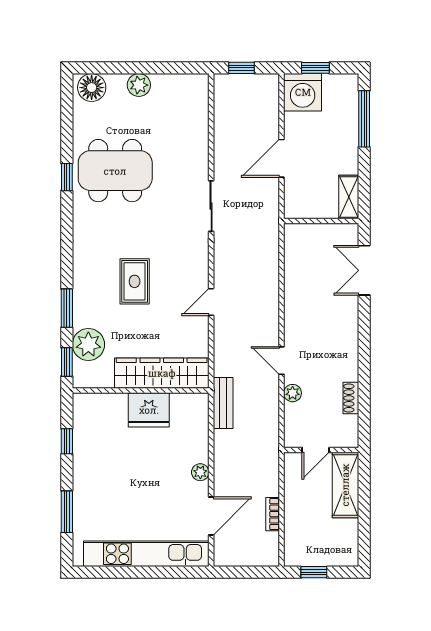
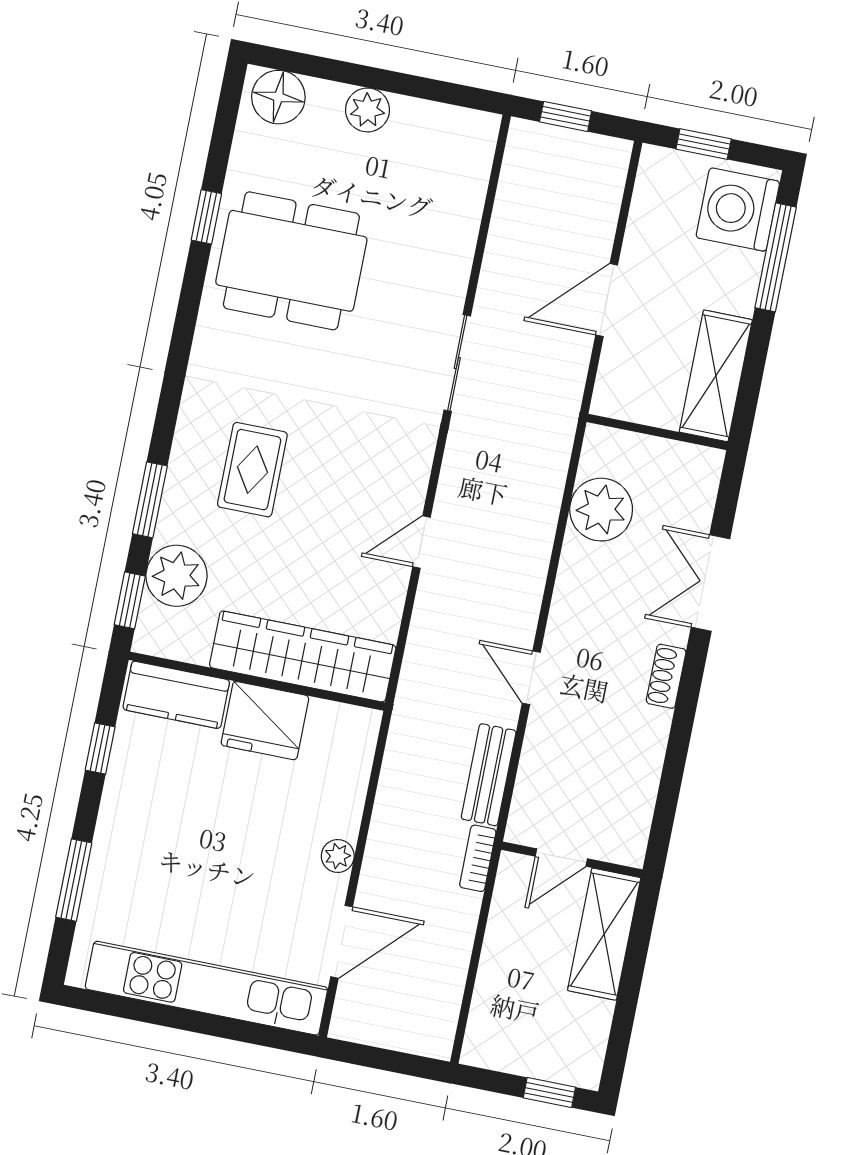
washing machine: (303, 92) -> (738, 209), moved, turned 90
window: (67, 177) -> (206, 217), moved
shelving: (349, 197) -> (716, 376), width x1.50, depth x1.33
double door: (364, 270) -> (710, 583), moved
rug: (135, 281) -> (252, 470), moved
plant: (293, 393) -> (601, 510), moved, width x1.87, depth x1.87
shoe rack: (351, 398) -> (666, 676), moved
bench: (223, 403) -> (489, 775), moved
kitchen counter: (101, 406) -> (176, 695), added
bookcase: (273, 514) -> (478, 858), moved
window: (314, 572) -> (549, 1092), moved

